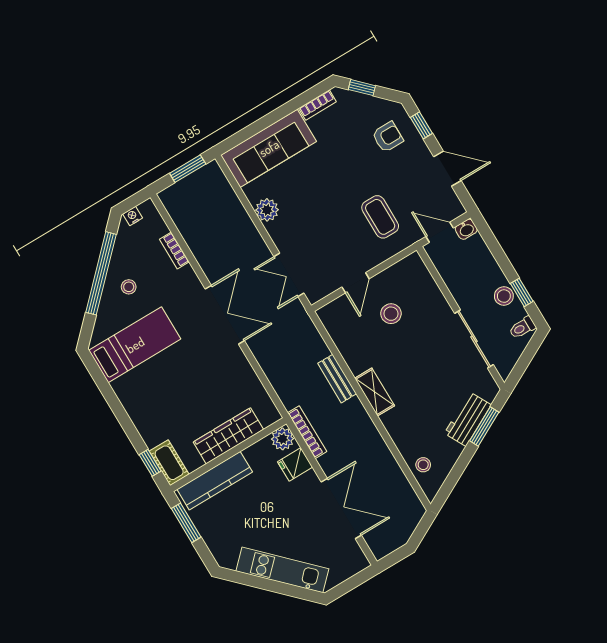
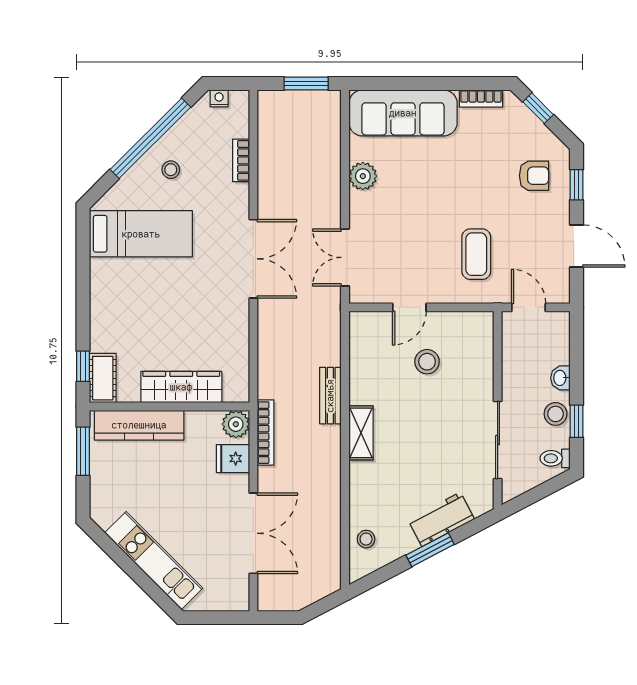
washbasin: (466, 229) -> (560, 378), moved, turned 90
window: (484, 426) -> (430, 550), moved

